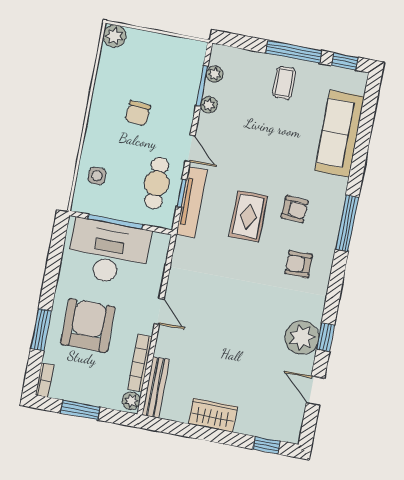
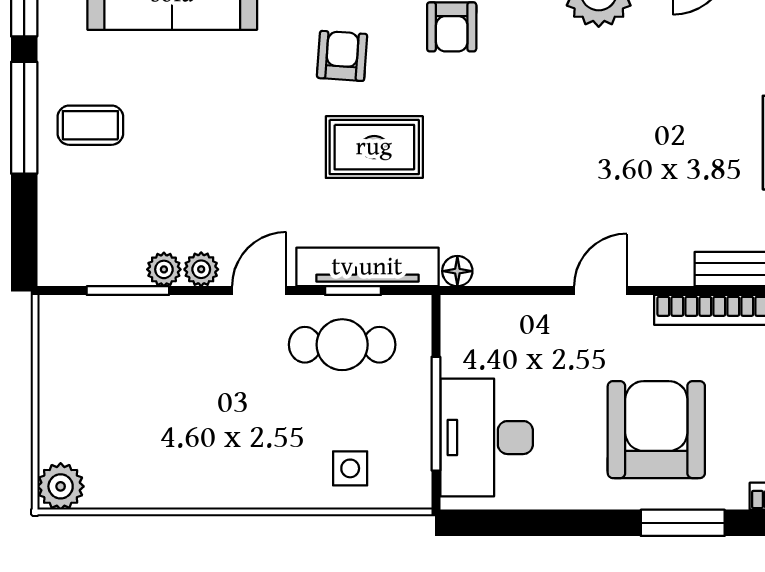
plant: (215, 74) -> (201, 269), moved
chair: (138, 113) -> (208, 410), removed
floor lamp: (182, 245) -> (457, 271), added
desk: (108, 252) -> (487, 438), width x0.73, depth x0.77
armchair: (88, 325) -> (656, 430), turned 90

